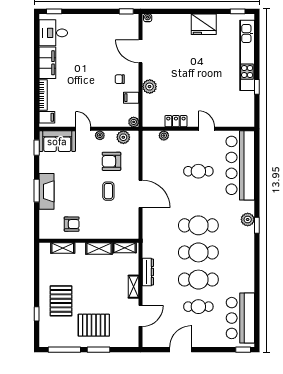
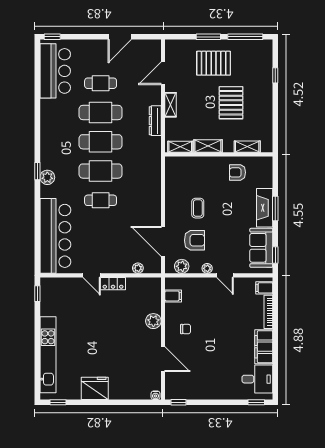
window: (257, 87) -> (37, 294), moved
filing cabinet: (131, 98) -> (173, 296), moved
locker: (176, 121) -> (113, 284), moved
plant: (134, 122) -> (170, 283), removed
sofa: (57, 141) -> (261, 248), moved, turned -90
cafe table: (198, 171) -> (101, 200), moved
door: (141, 194) -> (163, 241), moved
pallet: (61, 301) -> (231, 103), moved

